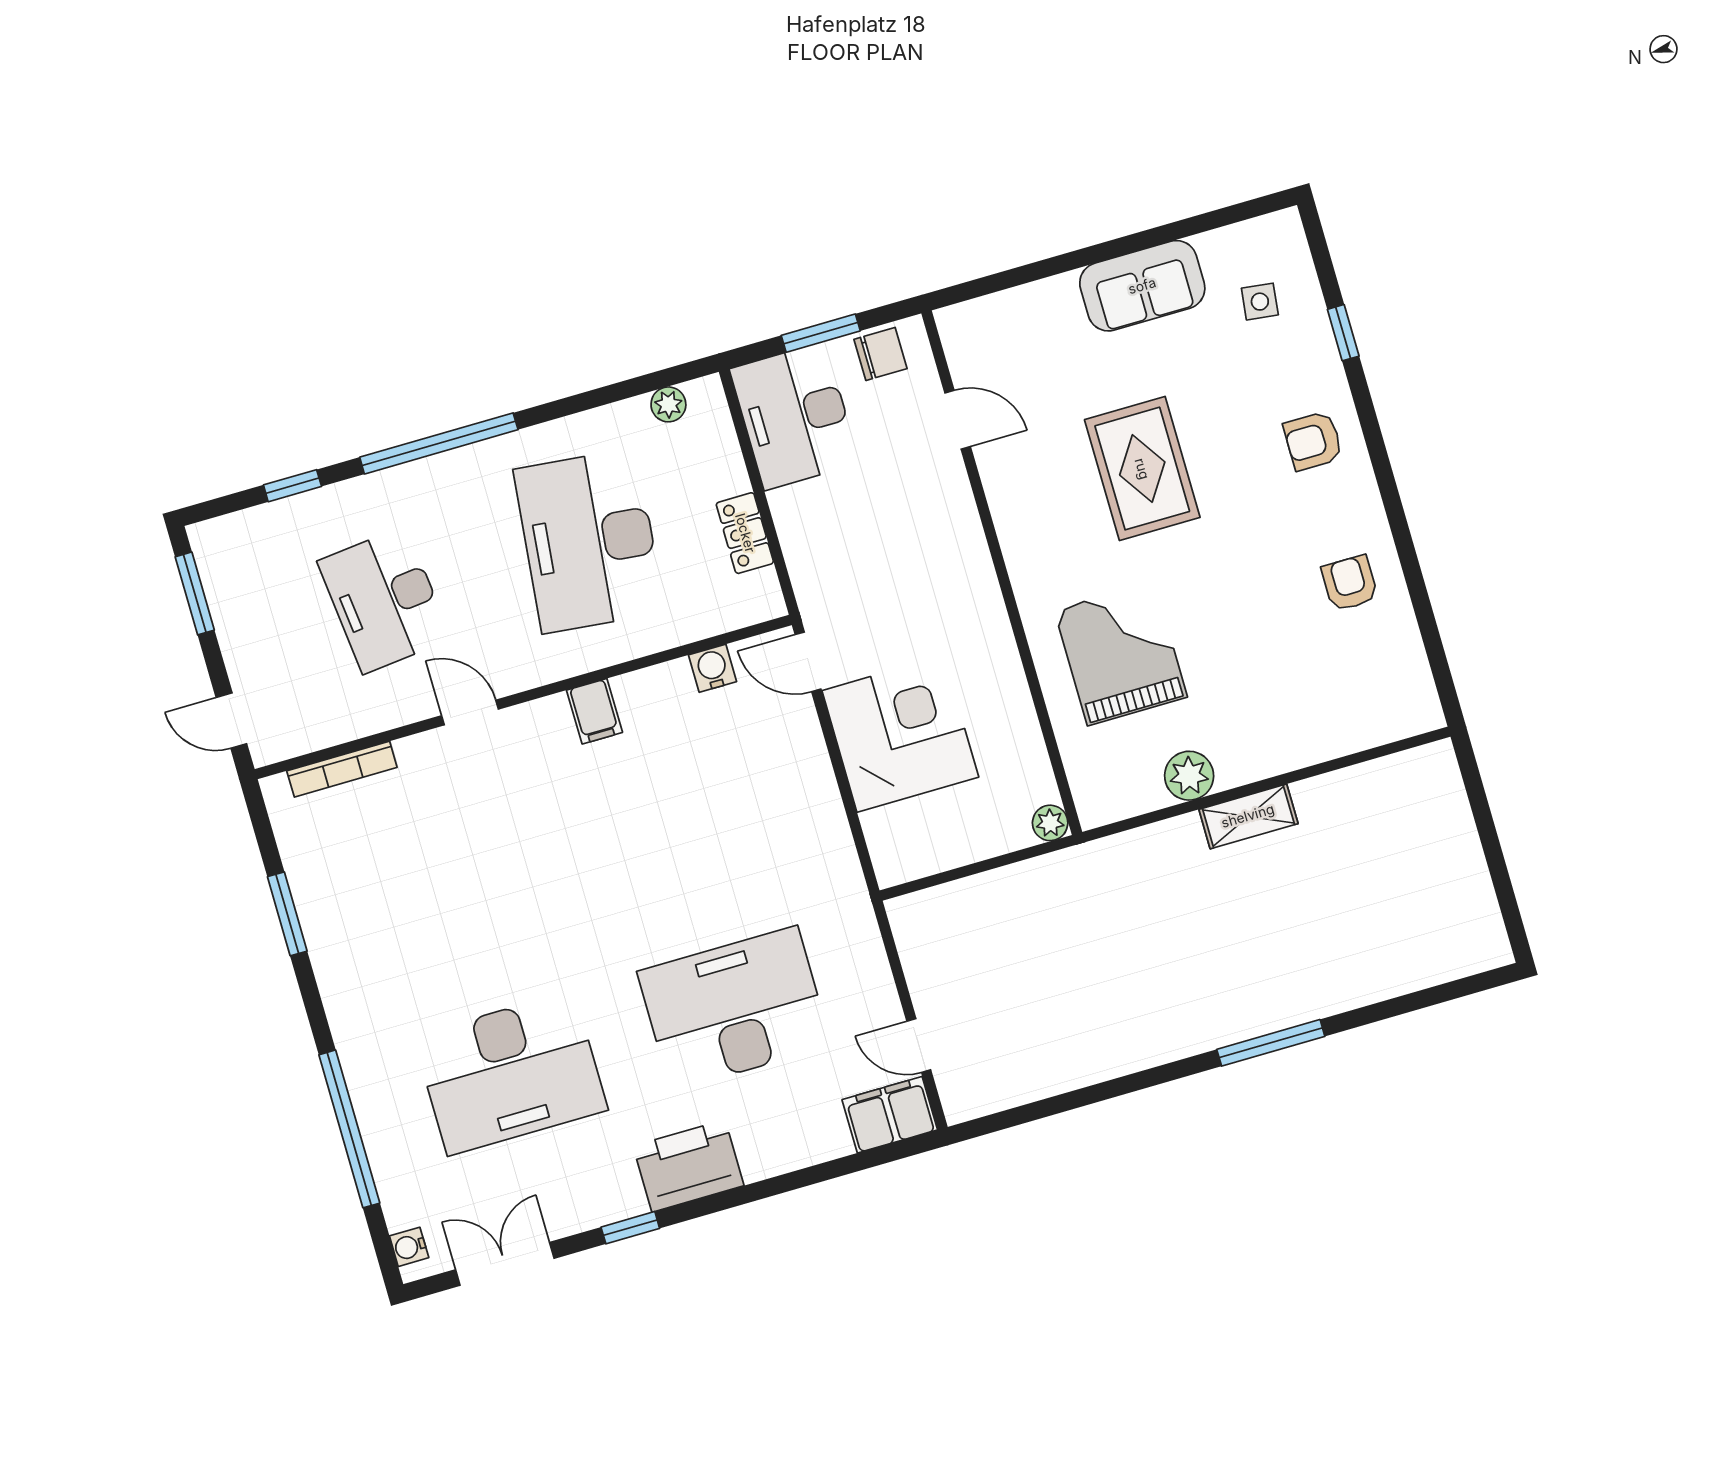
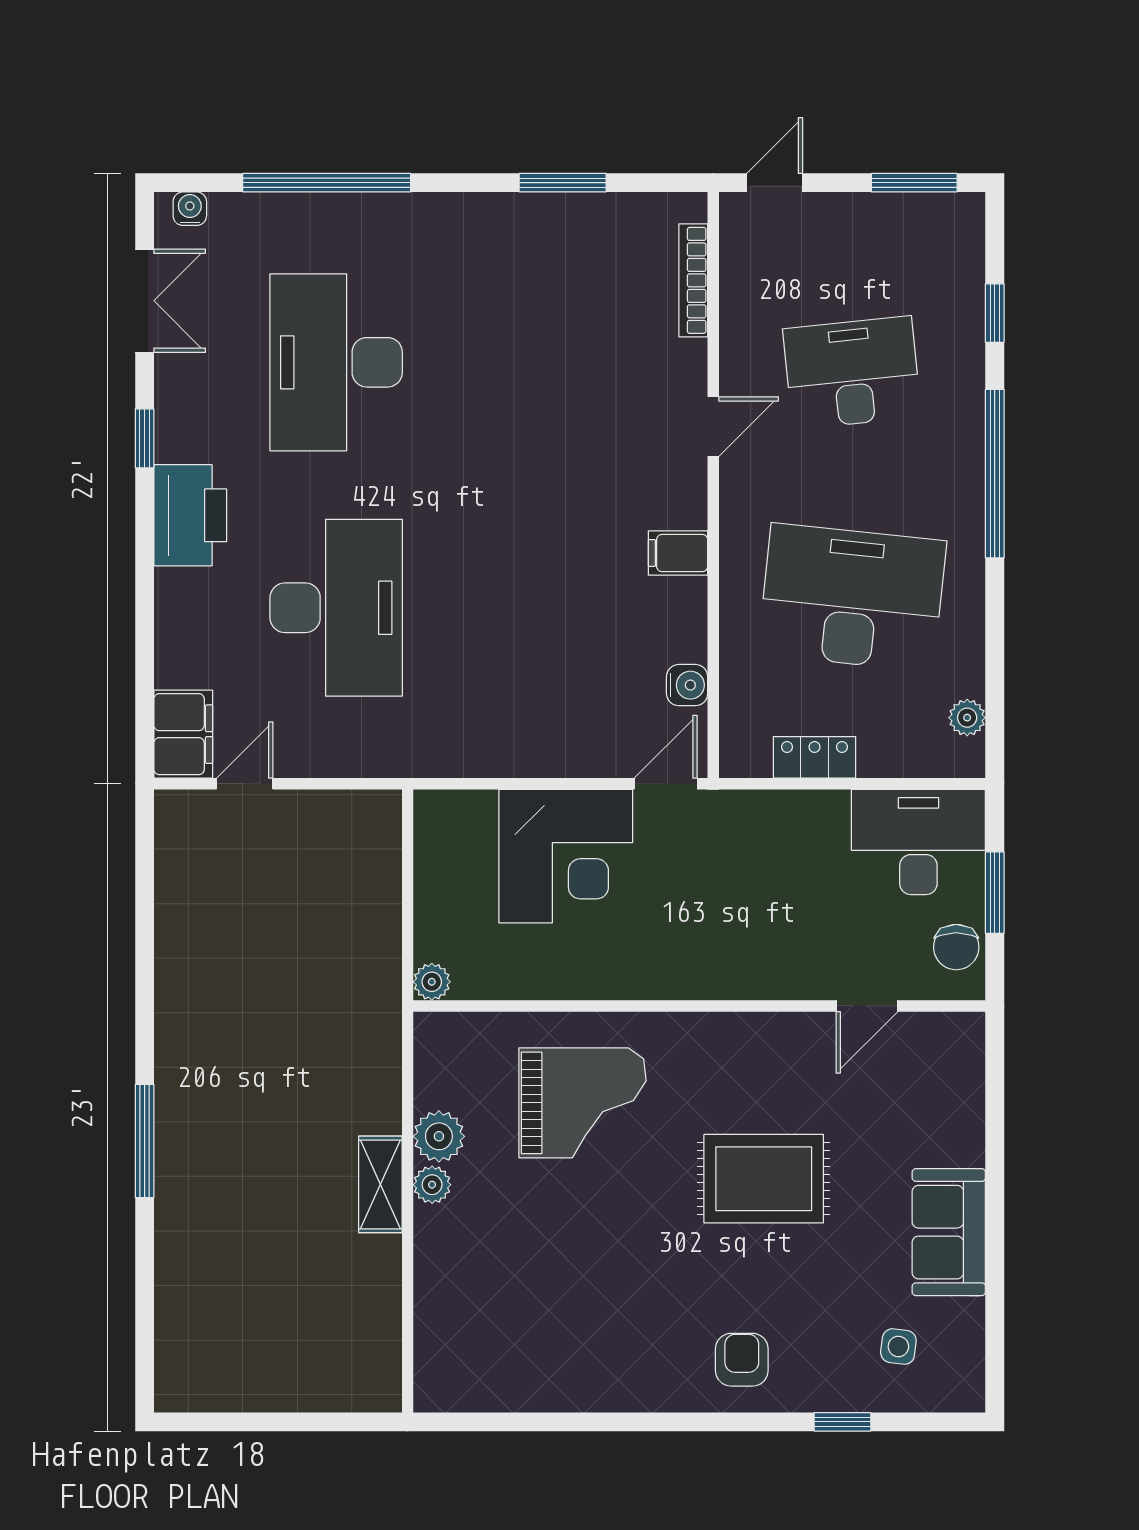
armchair: (1350, 583) -> (587, 1355), removed
plant: (1235, 769) -> (432, 1185), added

